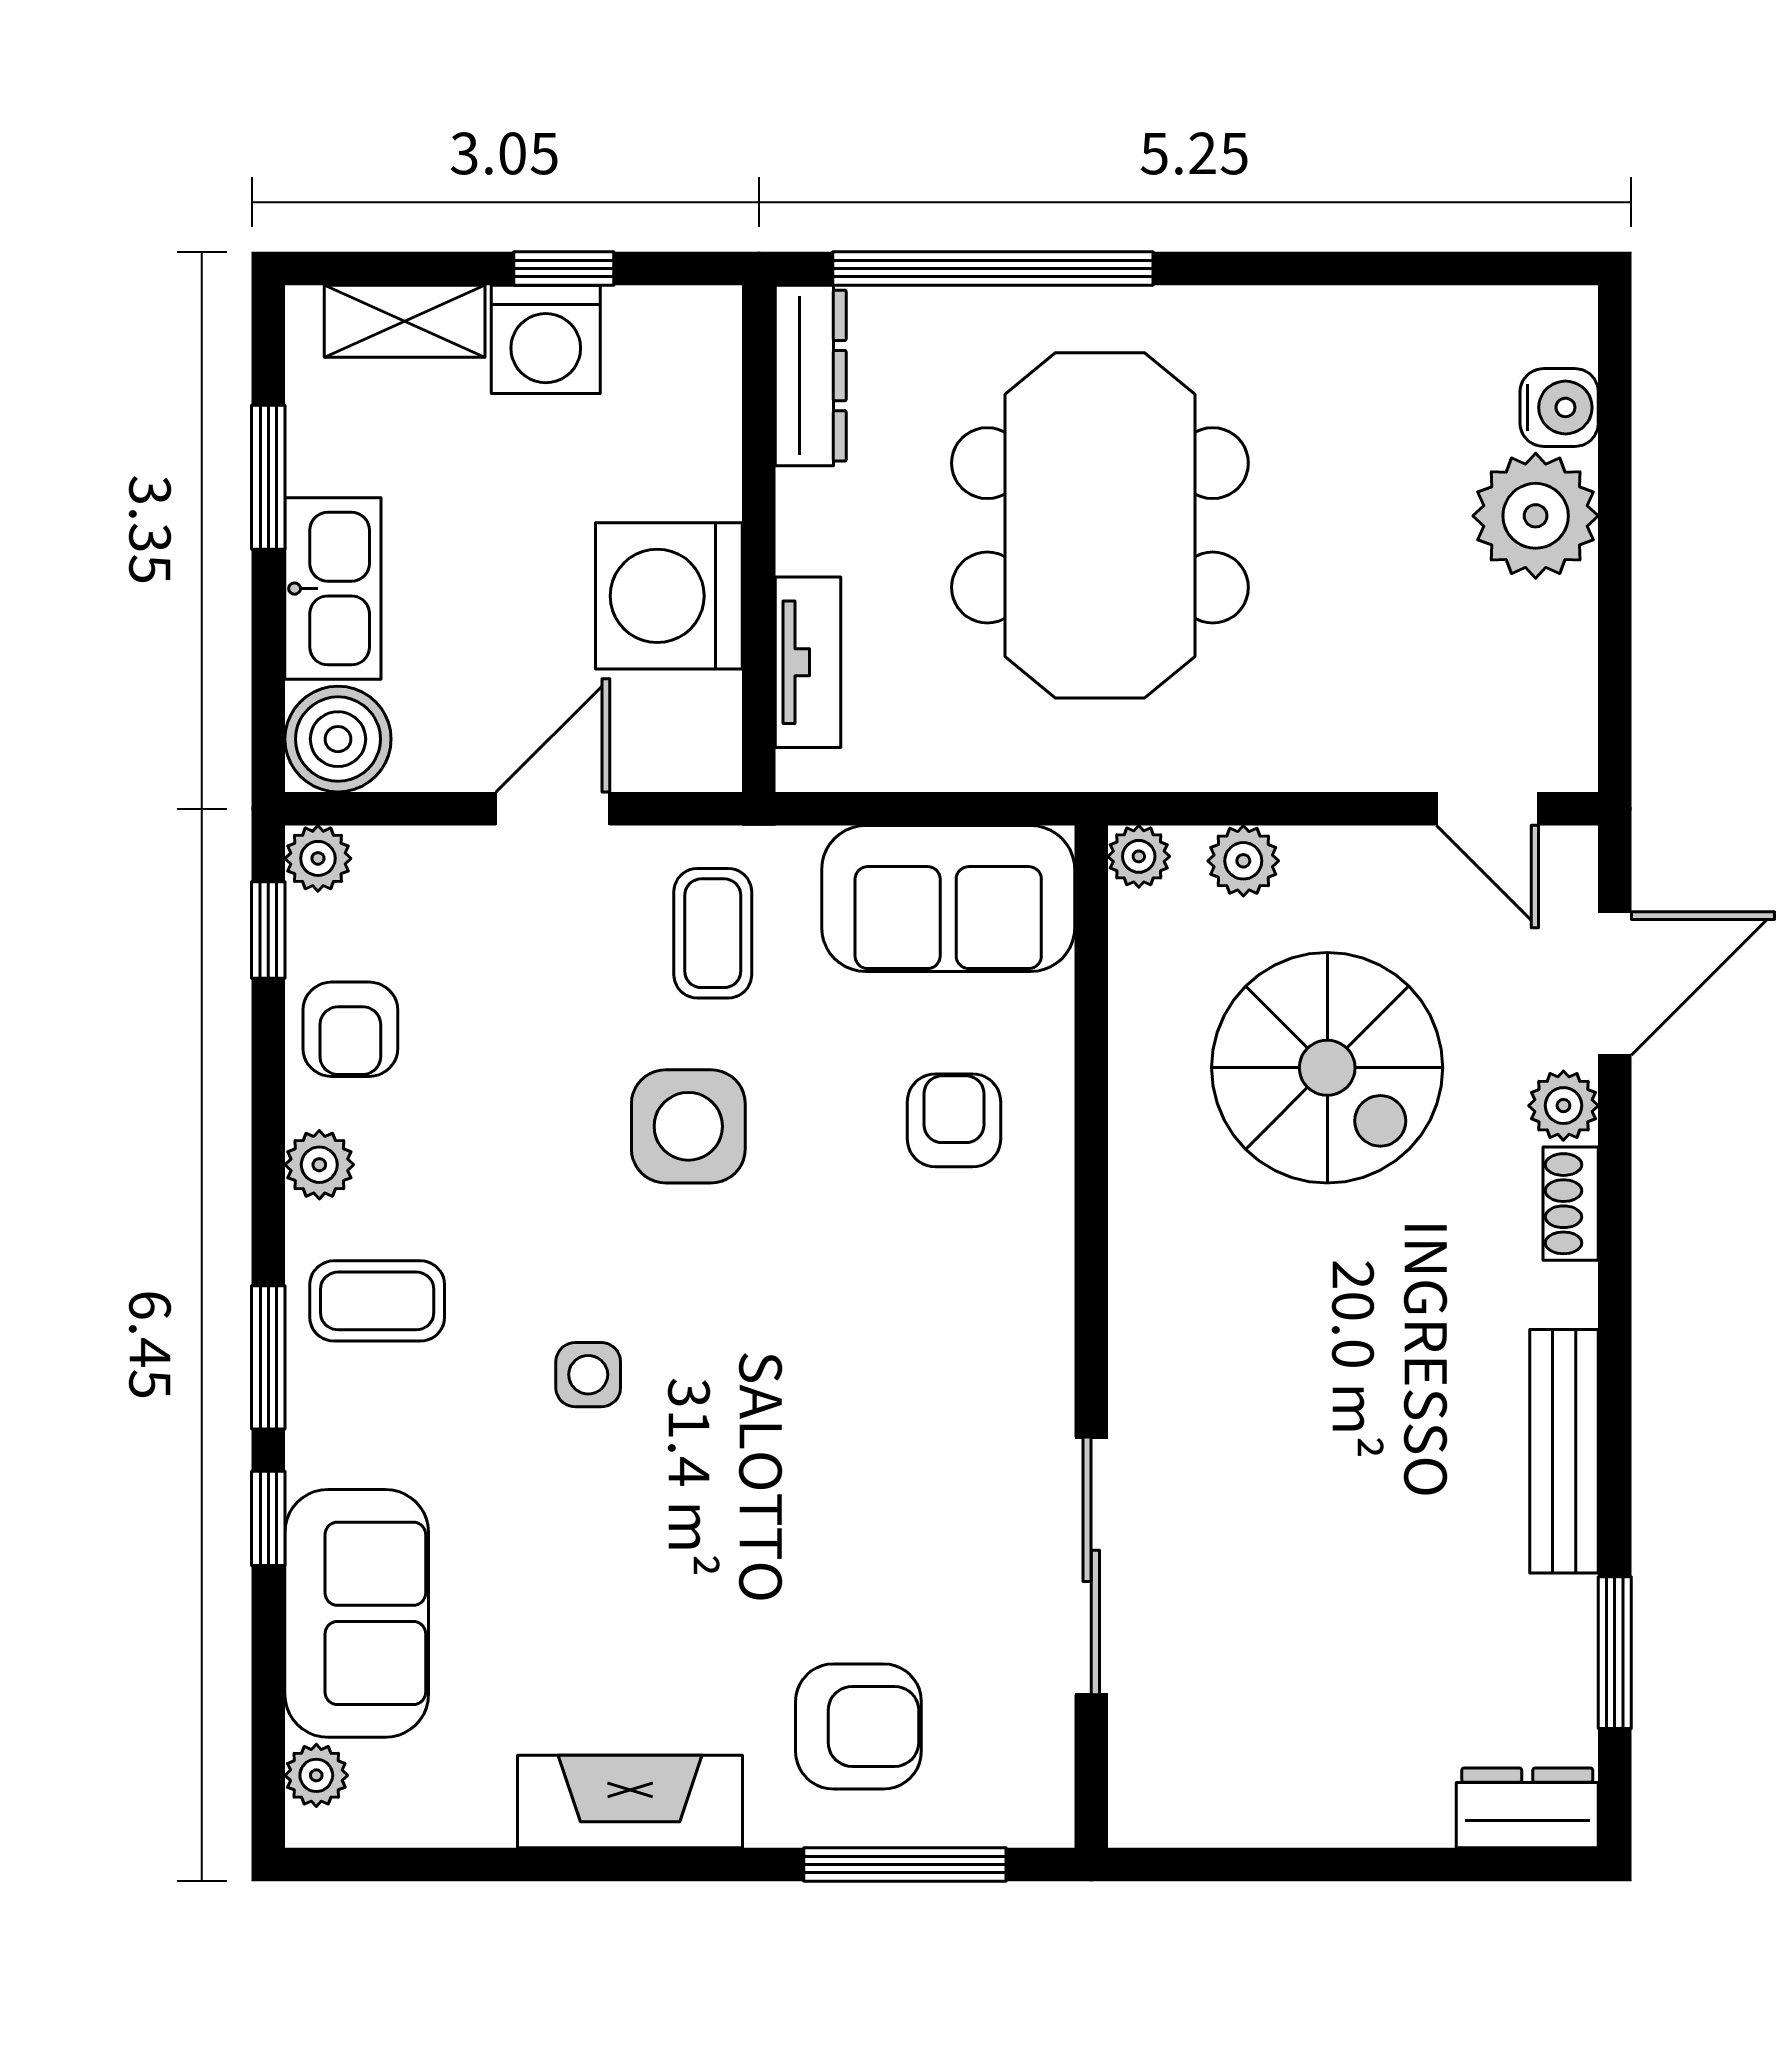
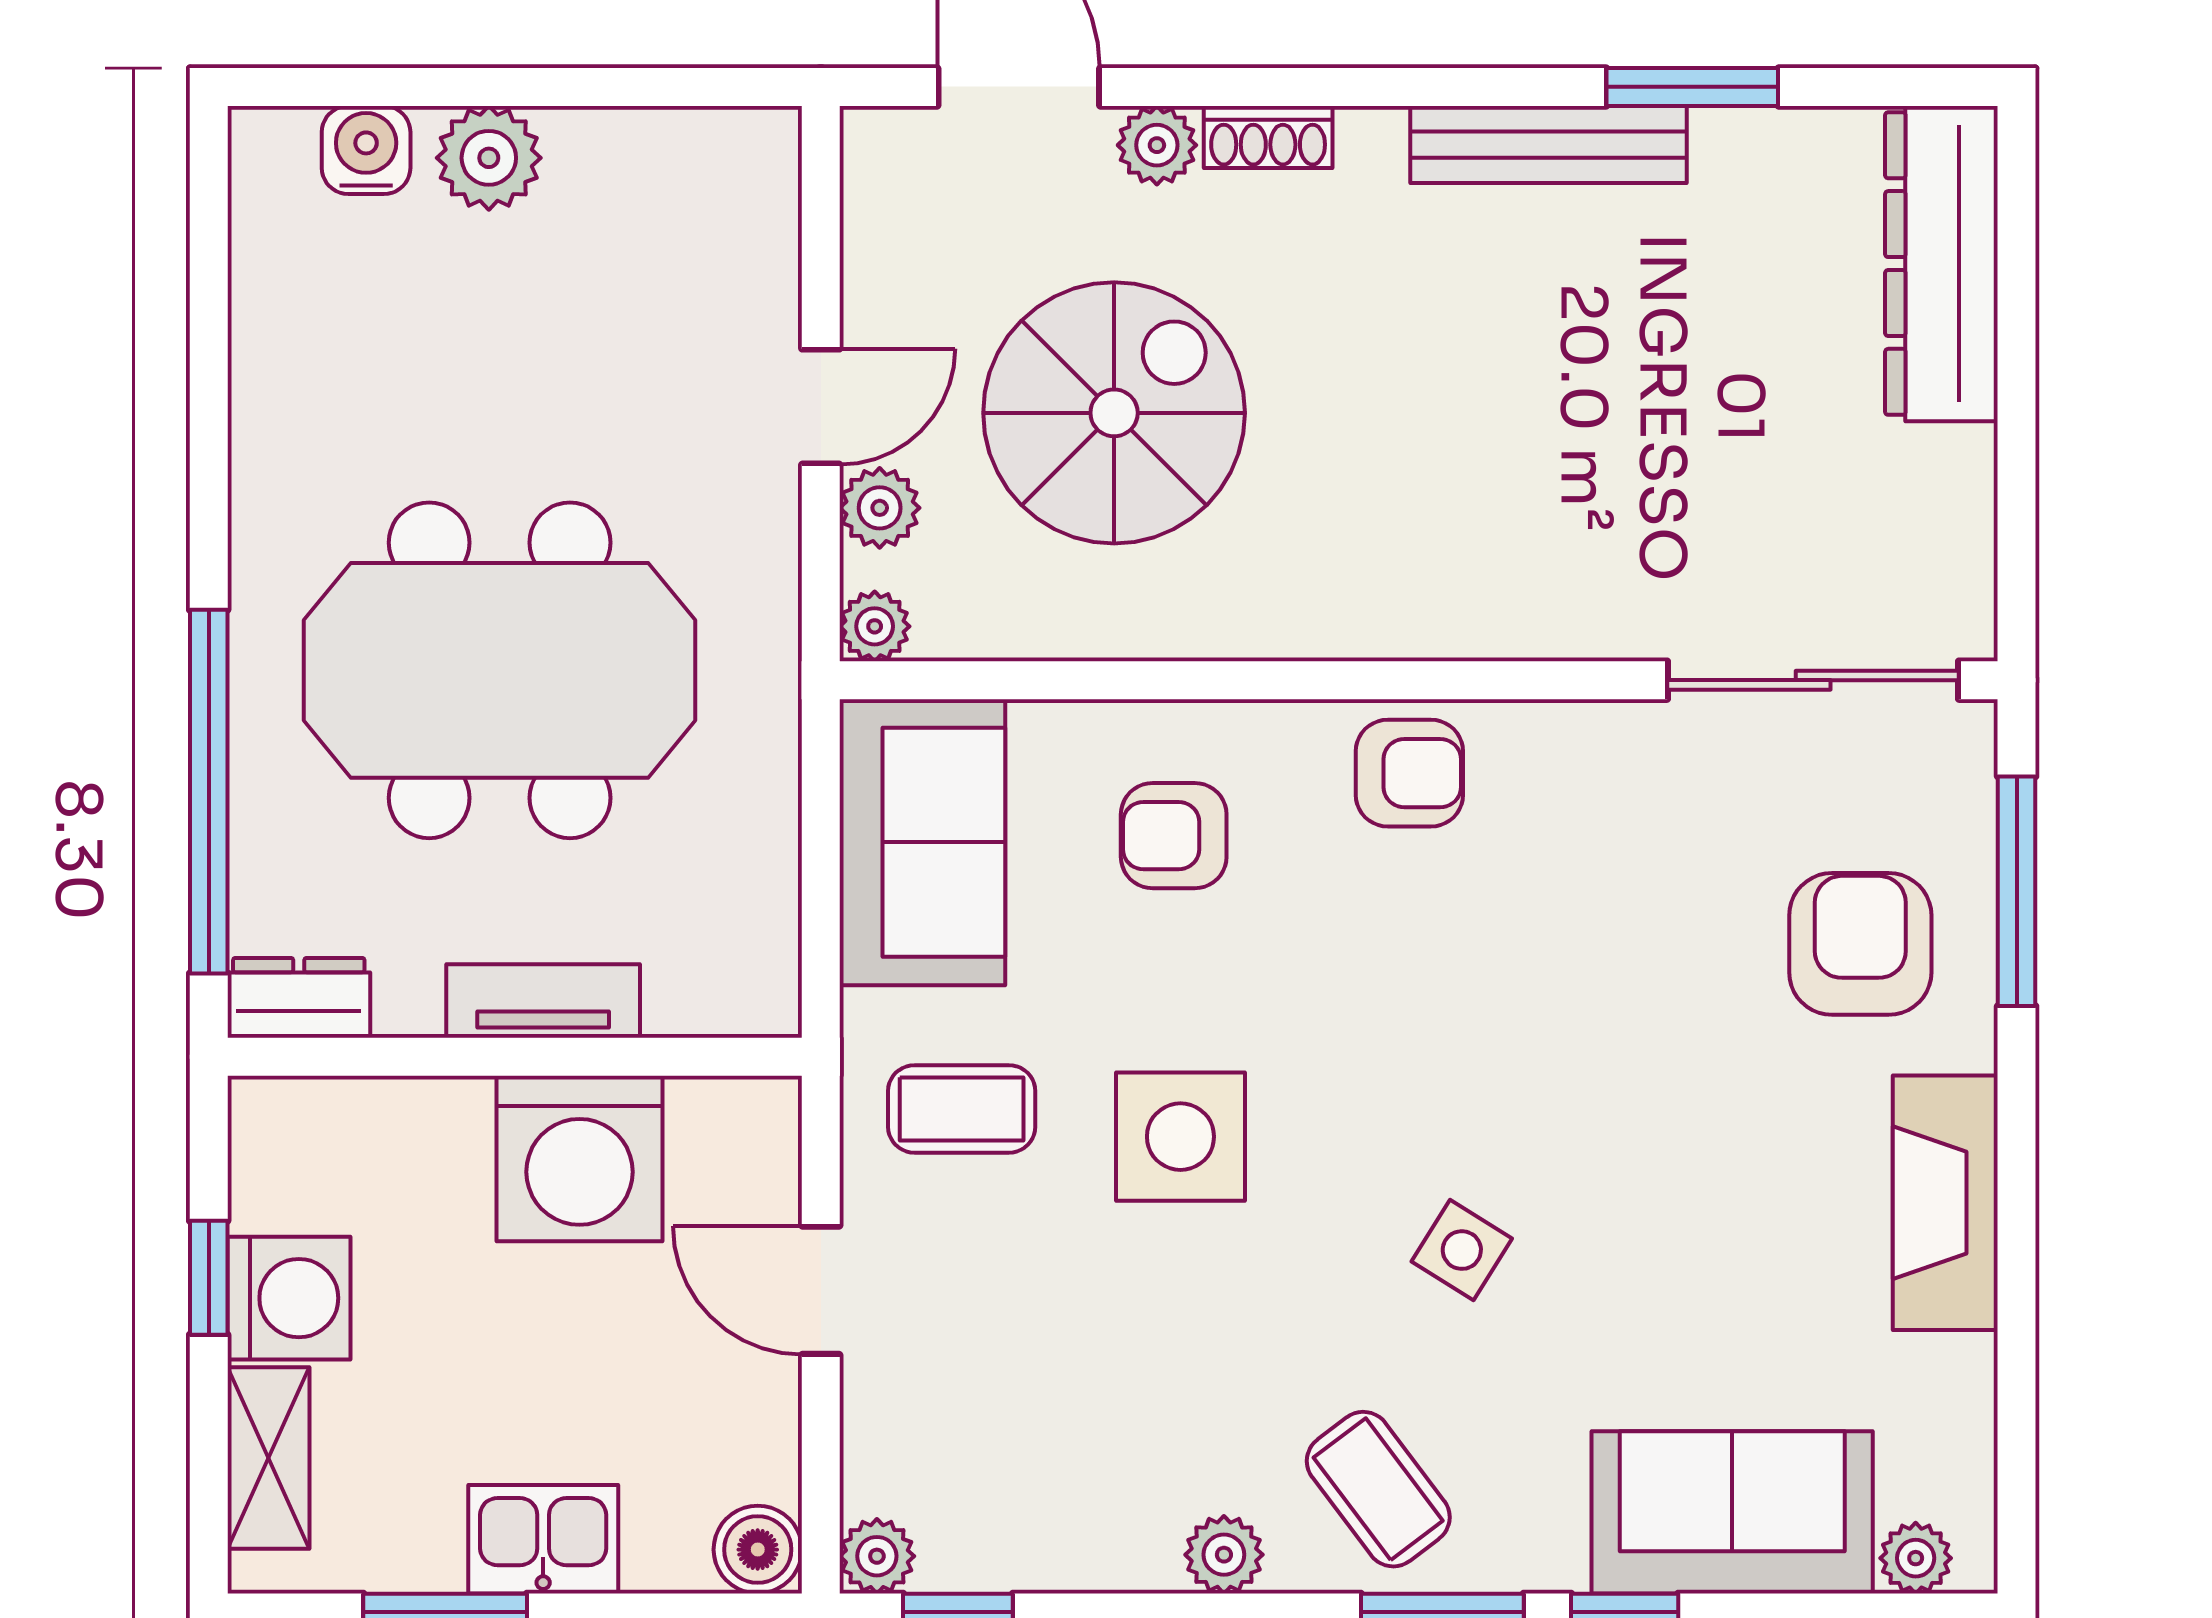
dresser: (811, 376) -> (299, 998), width x0.70
plant: (1536, 516) -> (489, 158), width x0.73, depth x0.73
kitchen sink: (333, 589) -> (543, 1539), width x0.73
tv unit: (808, 662) -> (543, 1001), moved
boiler: (338, 739) -> (758, 1550), width x0.73, depth x0.73
door: (1487, 809) -> (821, 407), moved
armchair: (350, 1029) -> (1409, 773), moved
coffee table: (377, 1301) -> (1378, 1489), turned -37
side table: (588, 1375) -> (1462, 1250), turned 32
sliding door: (1091, 1566) -> (1813, 680), moved
window: (1615, 1653) -> (1692, 87), moved
dresser: (1527, 1808) -> (1941, 264), width x1.96, depth x1.24

